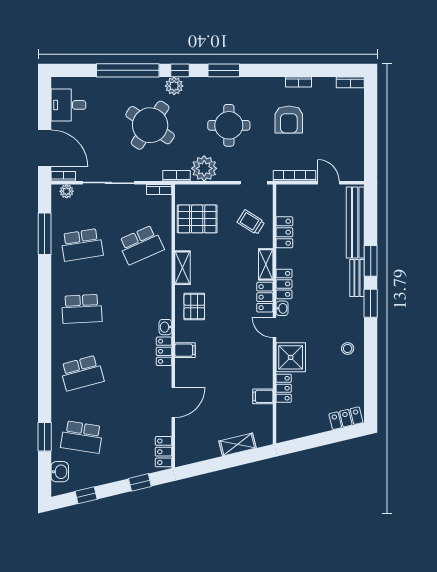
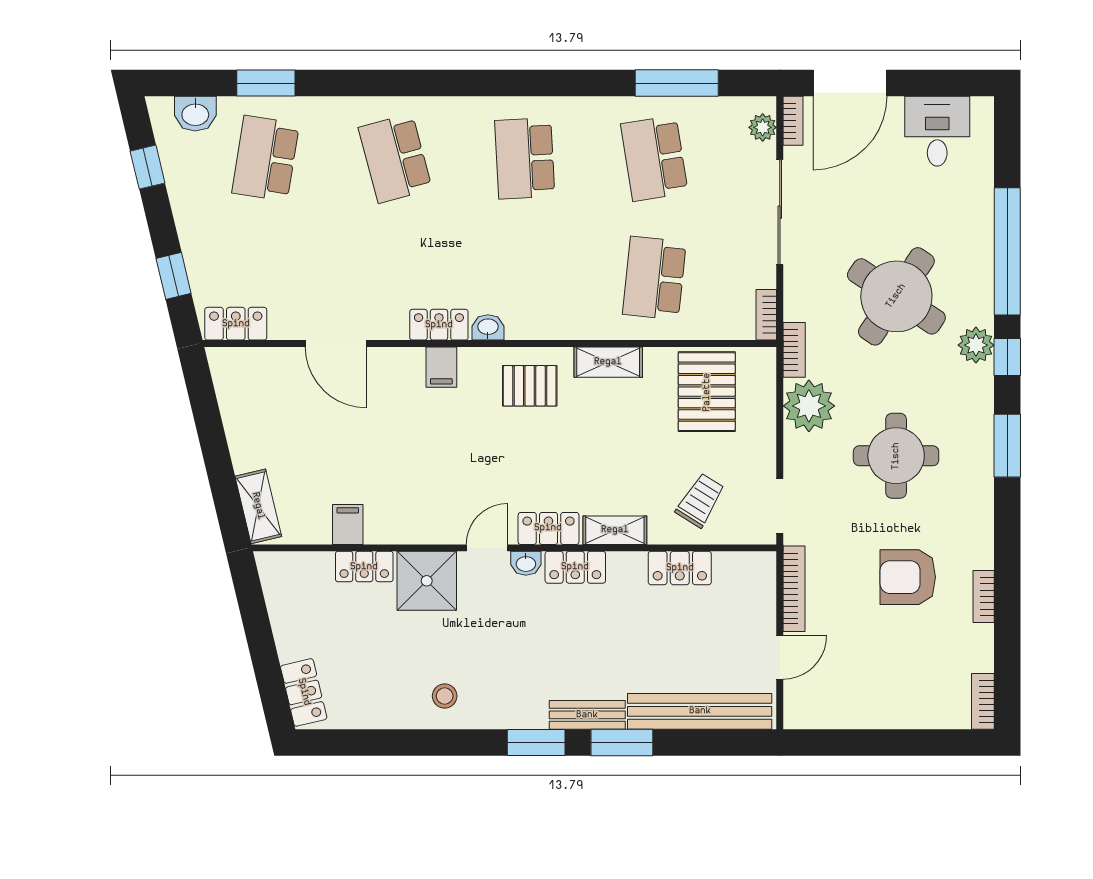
school desk: (141, 245) -> (654, 278), turned 30
shelving: (238, 445) -> (258, 506), moved

